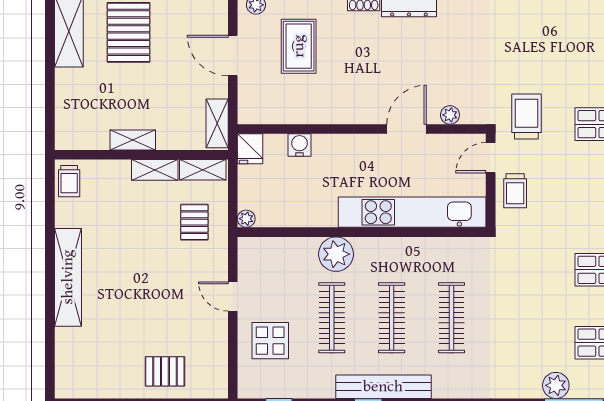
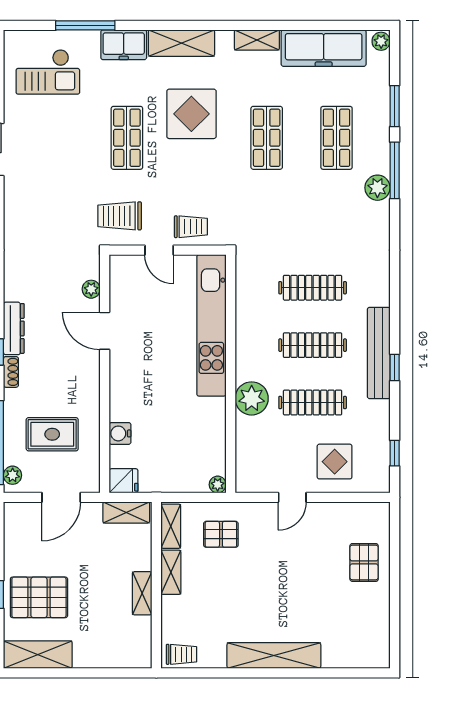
plant: (450, 115) -> (91, 289), moved
wall: (362, 129) -> (105, 374), moved
door: (407, 129) -> (105, 331), moved
water cooler: (299, 145) -> (120, 433), moved
fridge: (250, 149) -> (124, 481), moved

